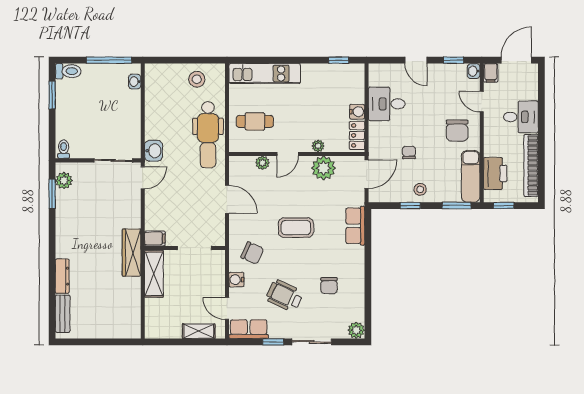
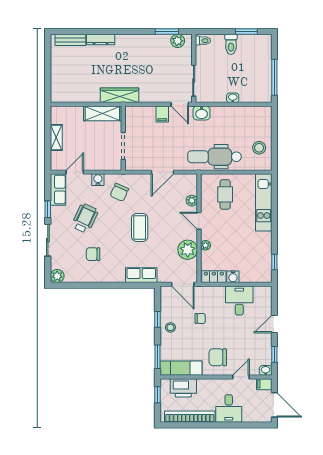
toilet: (68, 71) -> (231, 44), moved
washbasin: (135, 82) -> (233, 98), moved
filing cabinet: (155, 238) -> (162, 114), moved
shelving: (199, 331) -> (56, 137), moved

